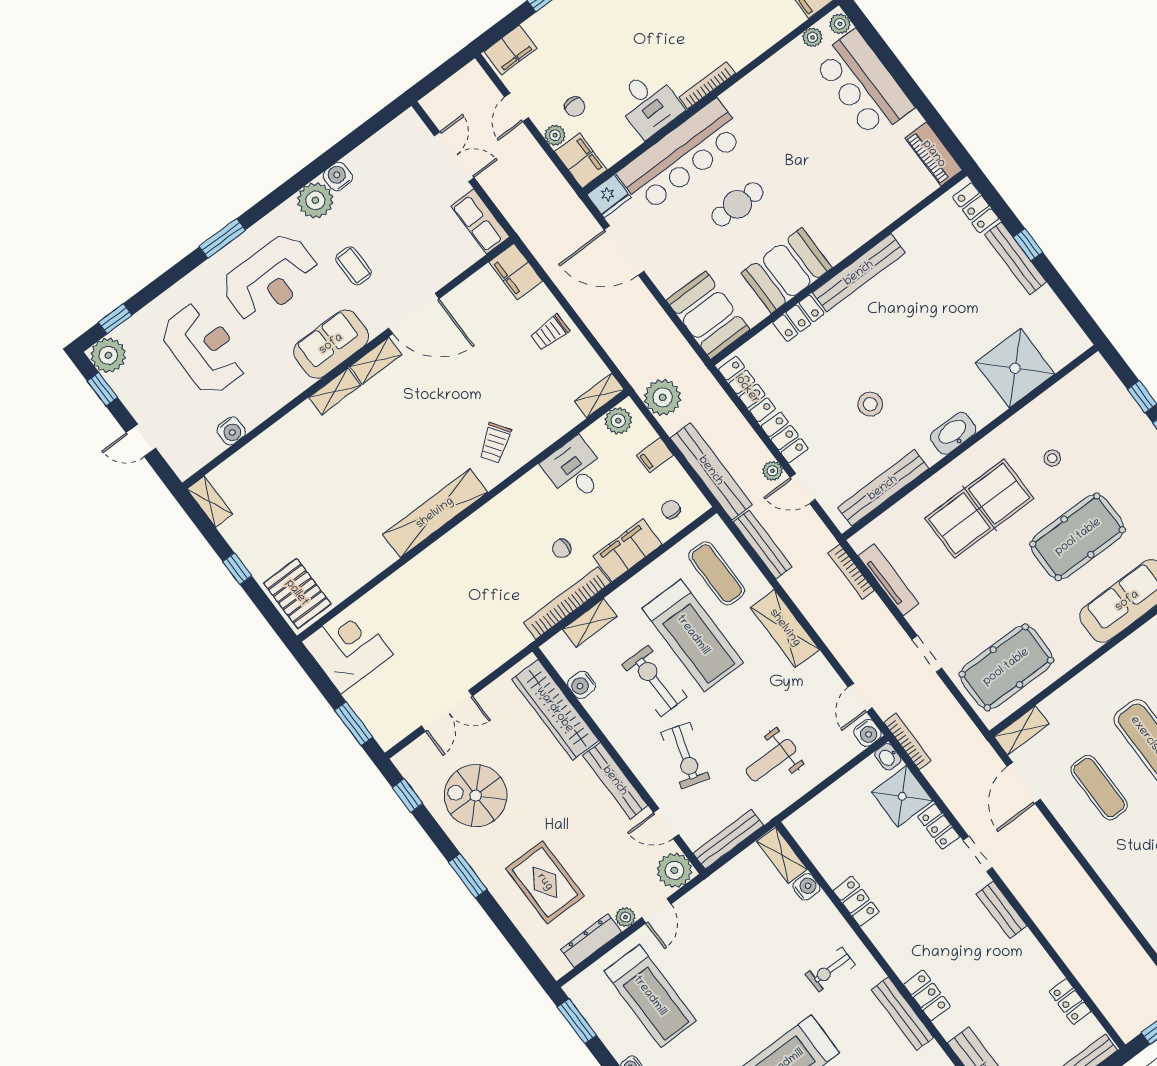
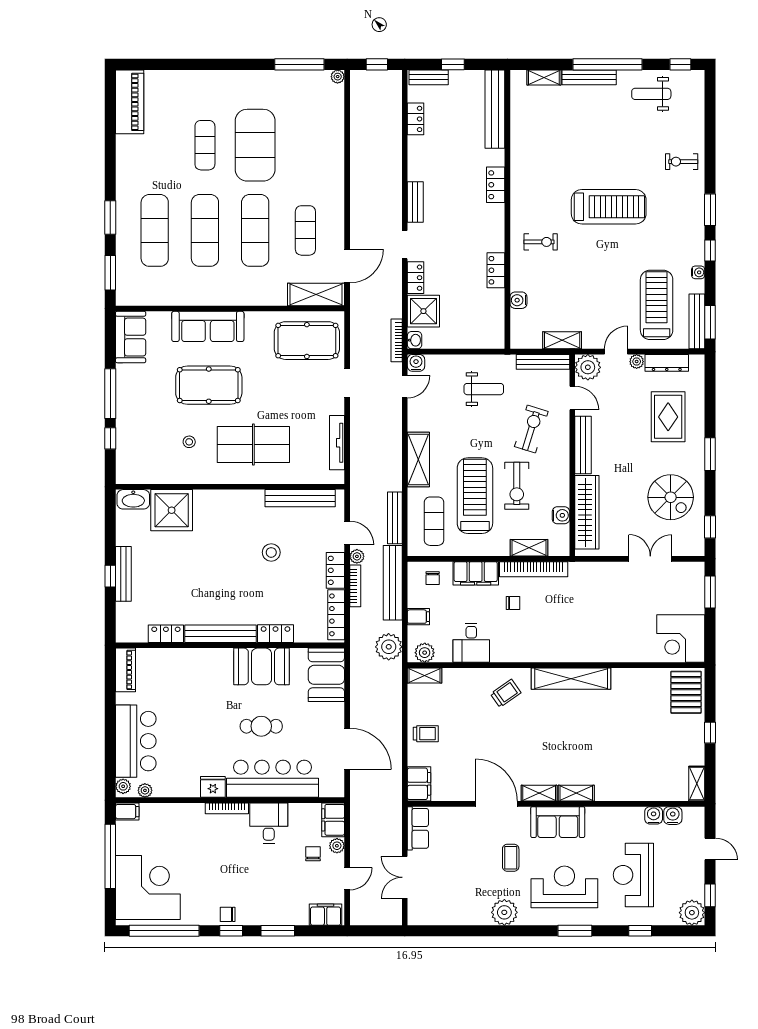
water cooler: (338, 176) -> (673, 816), moved, turned 180
fridge: (609, 196) -> (213, 787), moved
locker: (976, 208) -> (166, 634), moved, turned -90
window: (115, 319) -> (640, 931), moved
washbasin: (953, 433) -> (133, 499), moved
bookcase: (851, 572) -> (355, 586), moved
shelving: (1022, 730) -> (316, 294), width x1.50, depth x1.33
shelving: (782, 855) -> (562, 340), moved, turned 90
bench: (903, 1014) -> (697, 321), moved

